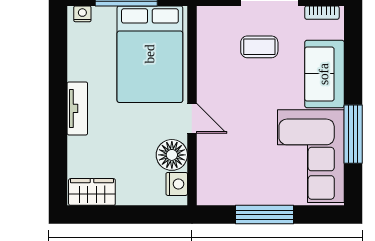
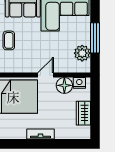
plant: (235, 190) -> (82, 53), added
wardrobe: (92, 192) -> (83, 113), moved

